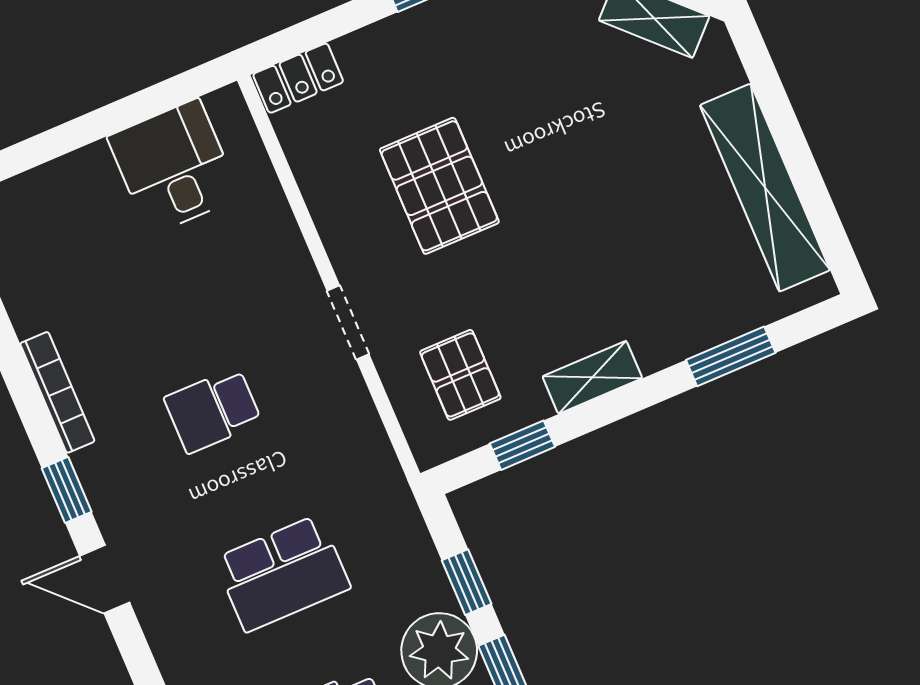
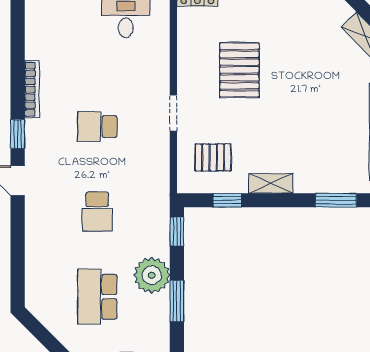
pallet: (460, 375) -> (213, 157), turned 90
school desk: (283, 573) -> (97, 212), width x0.54
window: (467, 582) -> (177, 232), moved

